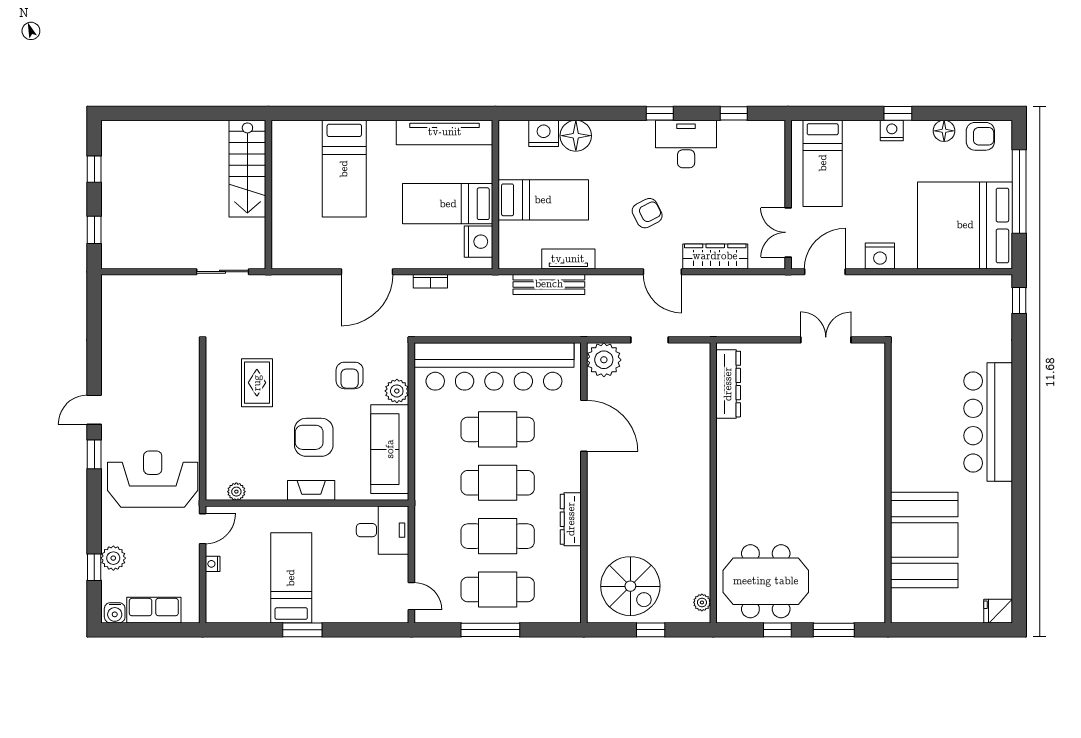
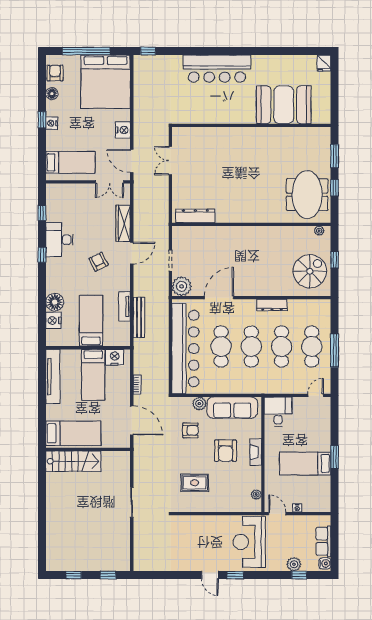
stairs: (247, 169) -> (73, 461), moved
wall: (268, 195) -> (88, 449), moved

